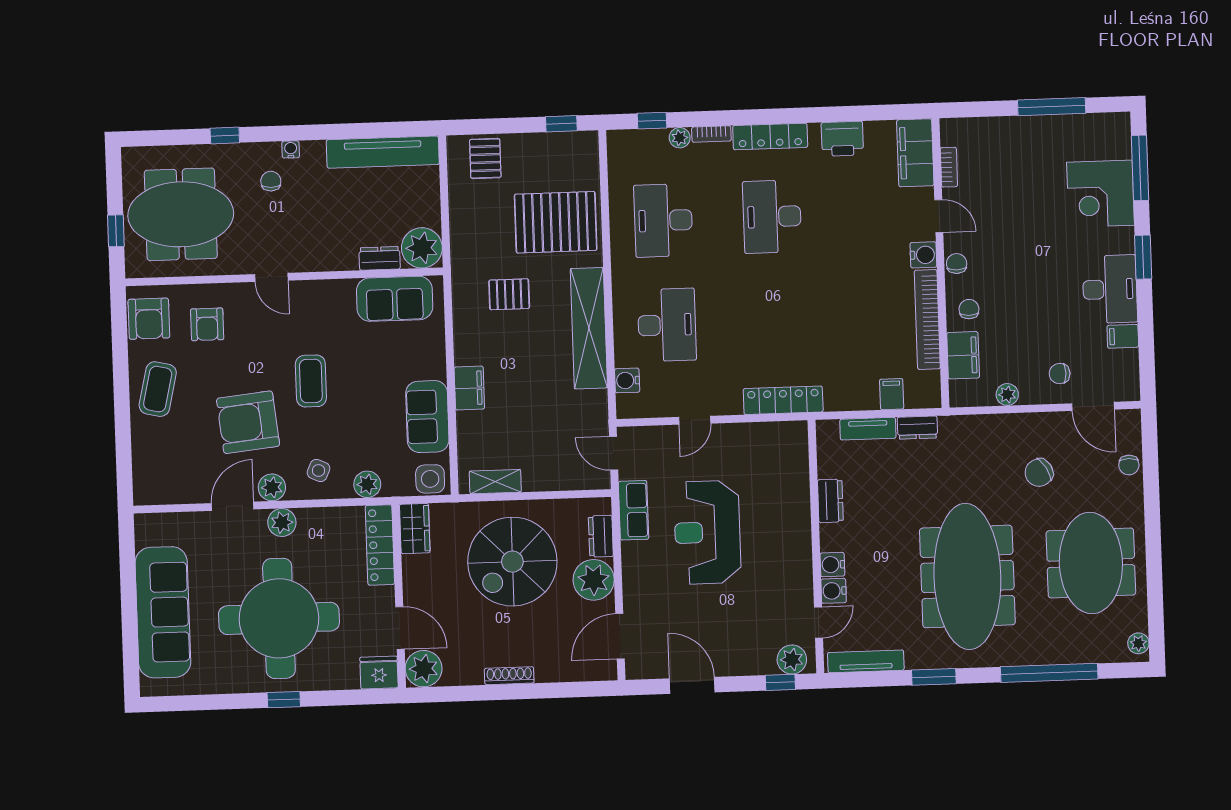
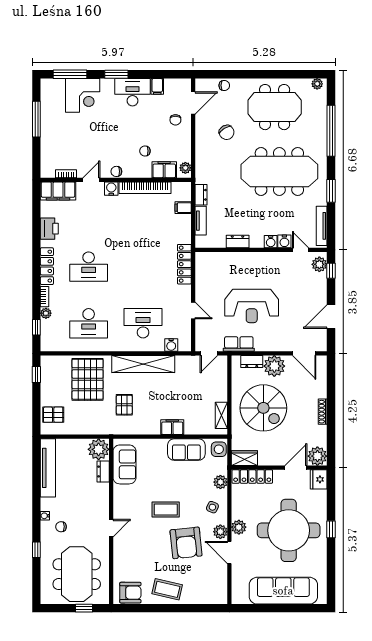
chair: (969, 309) -> (145, 151), moved
armchair: (207, 324) -> (134, 562), removed
plant: (1007, 394) -> (185, 168), moved

